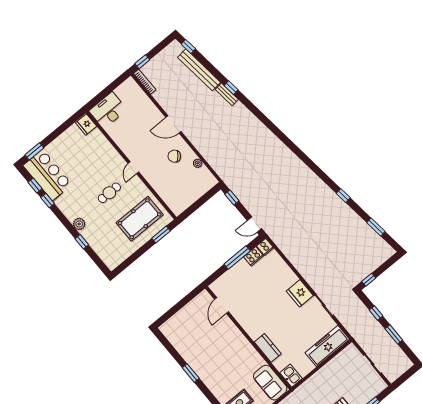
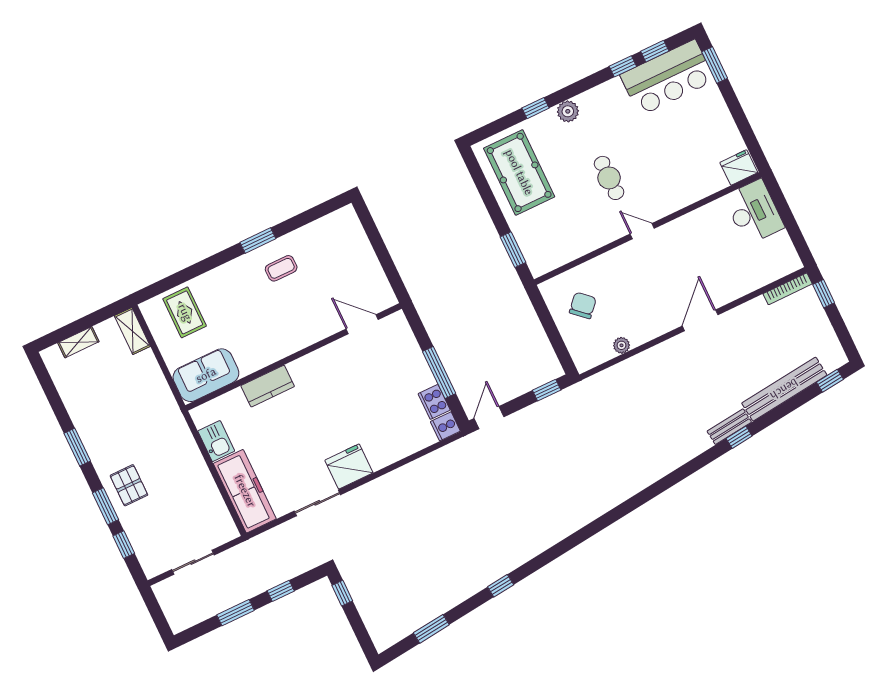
chair: (174, 156) -> (583, 305), moved
pool table: (140, 219) -> (519, 172), moved
coffee table: (203, 357) -> (281, 268), added
kitchen sink: (291, 376) -> (216, 441), moved, turned -90

